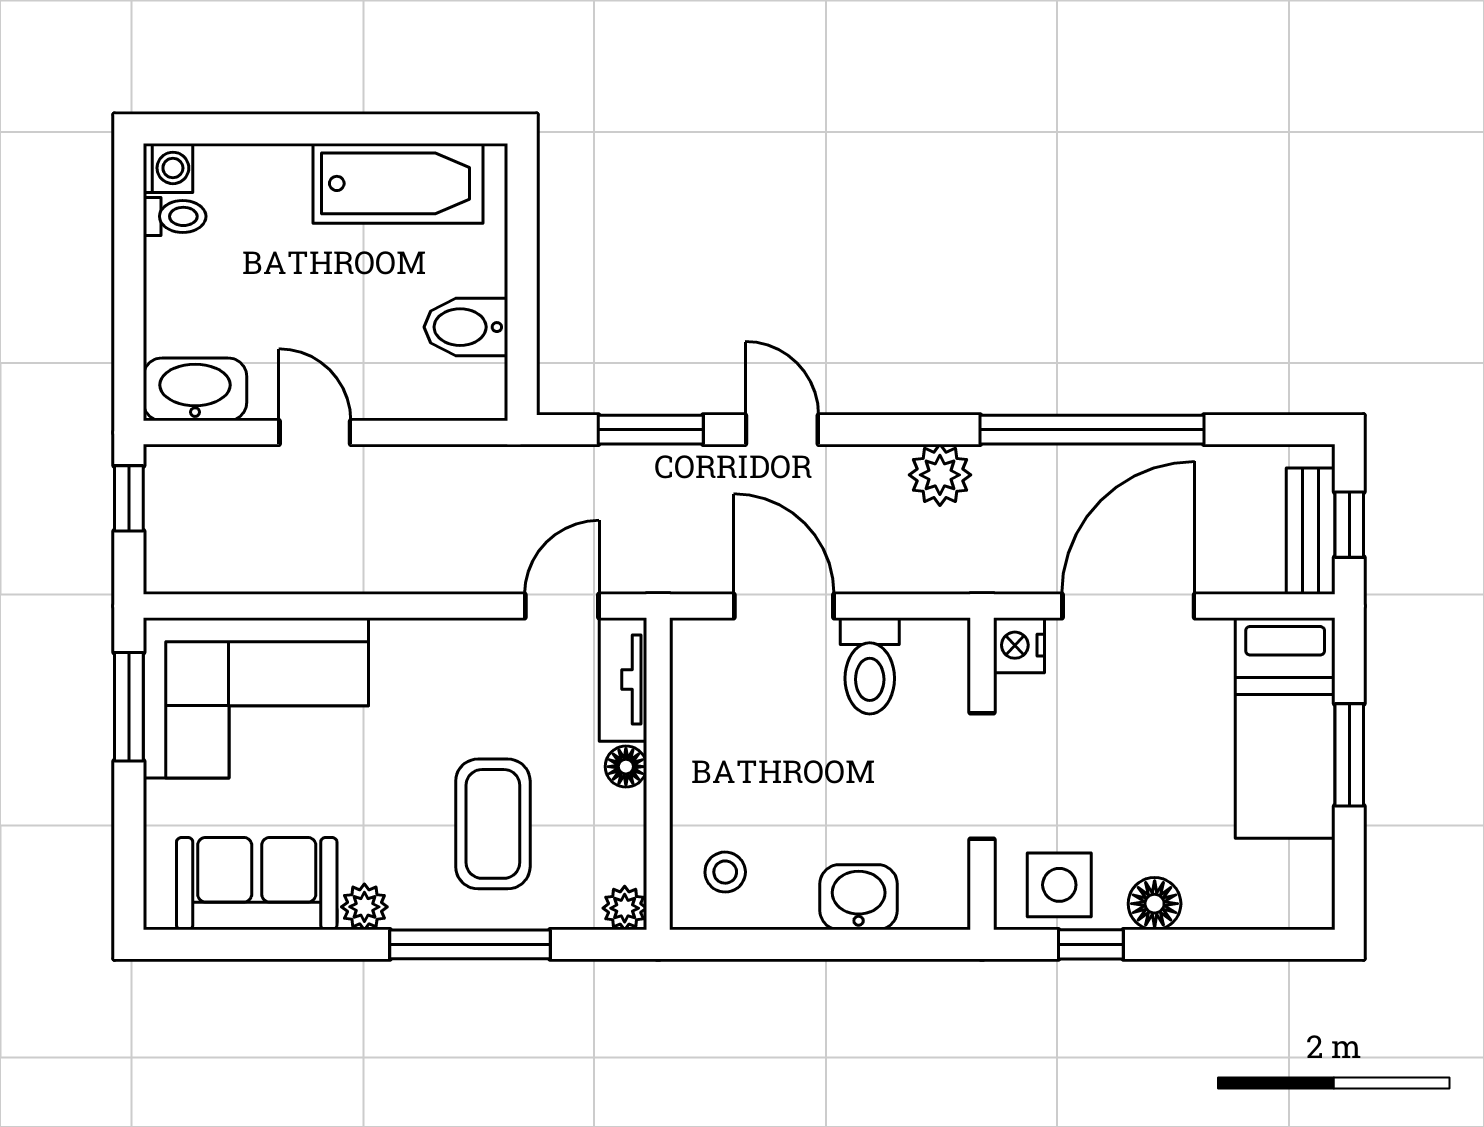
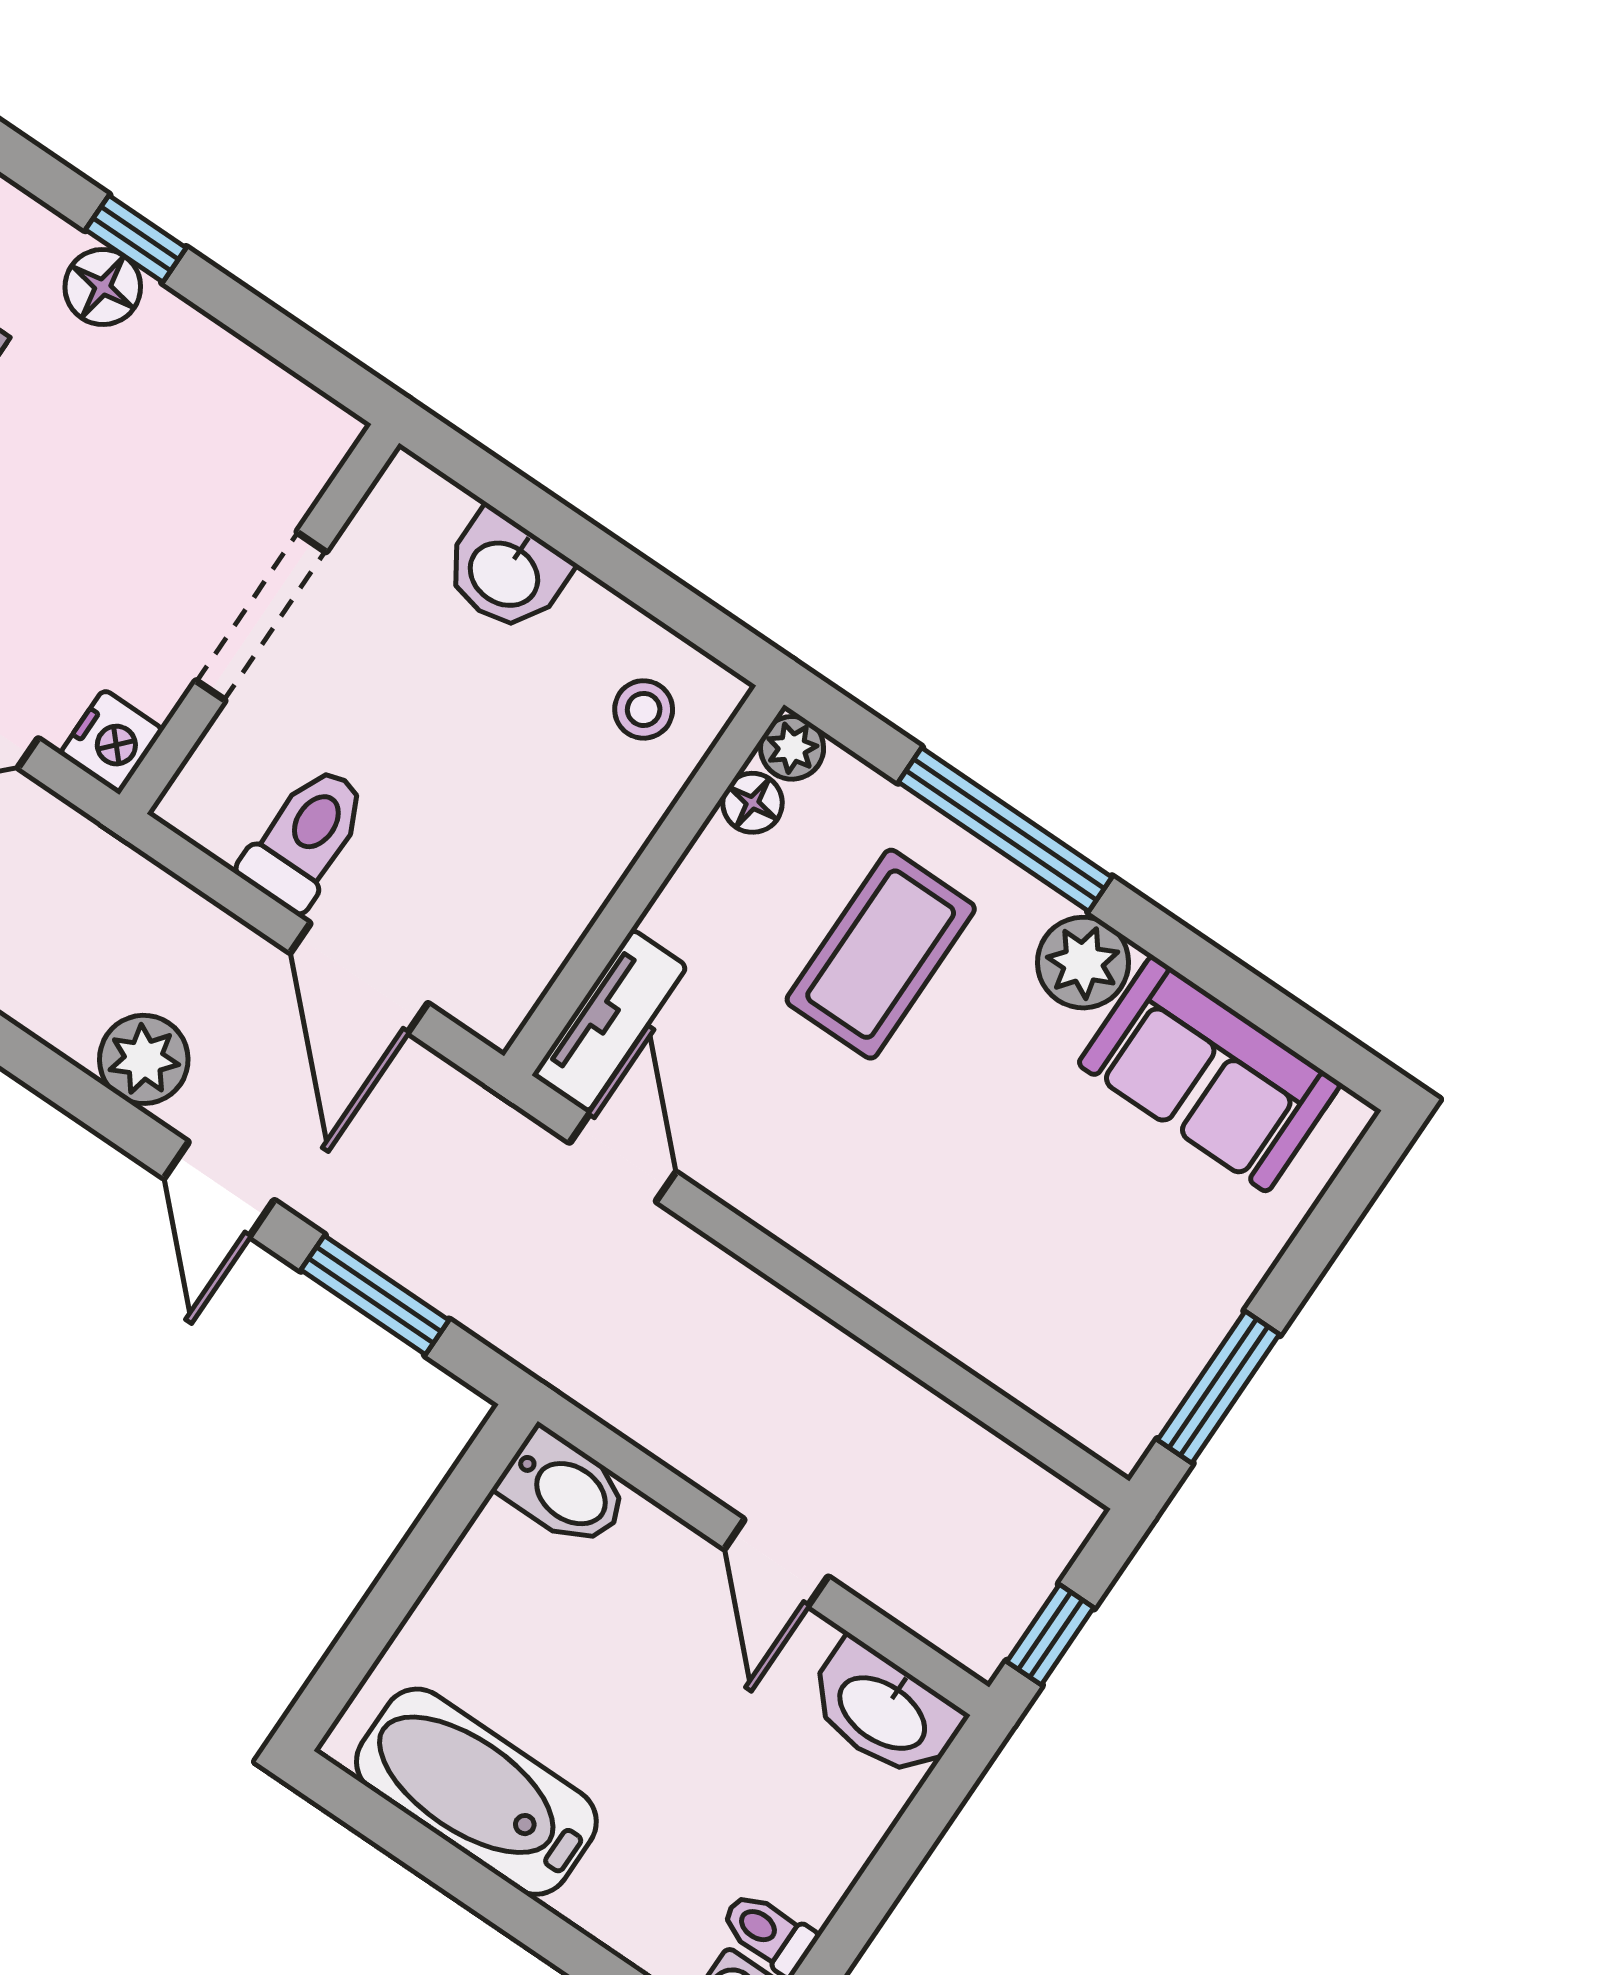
bidet: (466, 327) -> (564, 1489), moved
plant: (940, 475) -> (144, 1059), moved
door: (562, 606) -> (623, 1157), swing flipped
corner sofa: (256, 698) -> (1060, 1295), removed
floor lamp: (626, 767) -> (753, 803), moved
side table: (1059, 885) -> (257, 424), removed
floor lamp: (1155, 904) -> (103, 287), moved
plant: (364, 907) -> (1083, 963), width x1.38, depth x1.38
window: (1091, 944) -> (136, 239), moved

